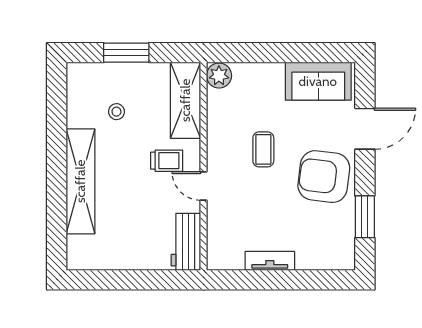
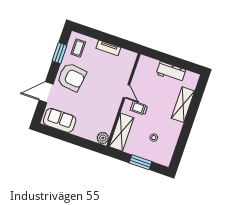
coffee table: (263, 149) -> (78, 48), moved
shelving: (80, 181) -> (183, 105), width x0.68
workbench: (186, 242) -> (171, 72), moved, turned 90

